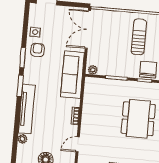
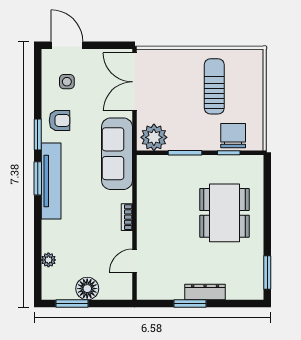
side table: (35, 32) -> (67, 82), moved
armchair: (37, 50) -> (60, 120), turned 90
plant: (93, 70) -> (154, 137), width x1.88, depth x1.88
tv unit: (27, 109) -> (51, 181), moved

